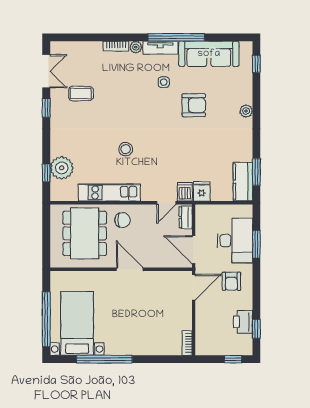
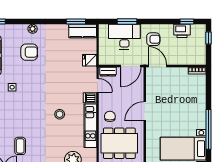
armchair: (194, 105) -> (29, 52), moved, turned 90
dishwasher: (185, 192) -> (90, 98), moved

